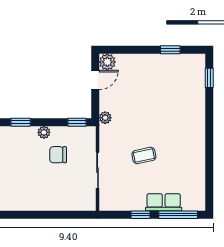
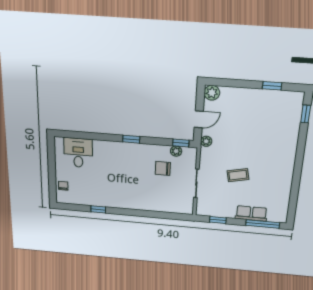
door: (95, 80) -> (199, 119), moved
plant: (44, 132) -> (176, 151), moved
window: (141, 215) -> (218, 220), moved

